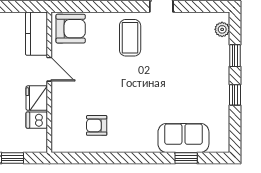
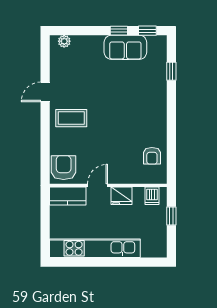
window: (235, 56) -> (147, 31), moved
dishwasher: (37, 120) -> (152, 196), moved
armchair: (97, 125) -> (152, 156), moved
sofa: (183, 138) -> (125, 47), moved, turned -90

